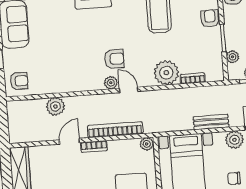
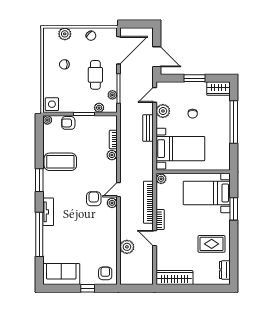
plant: (166, 73) -> (112, 155), width x0.53, depth x0.53

